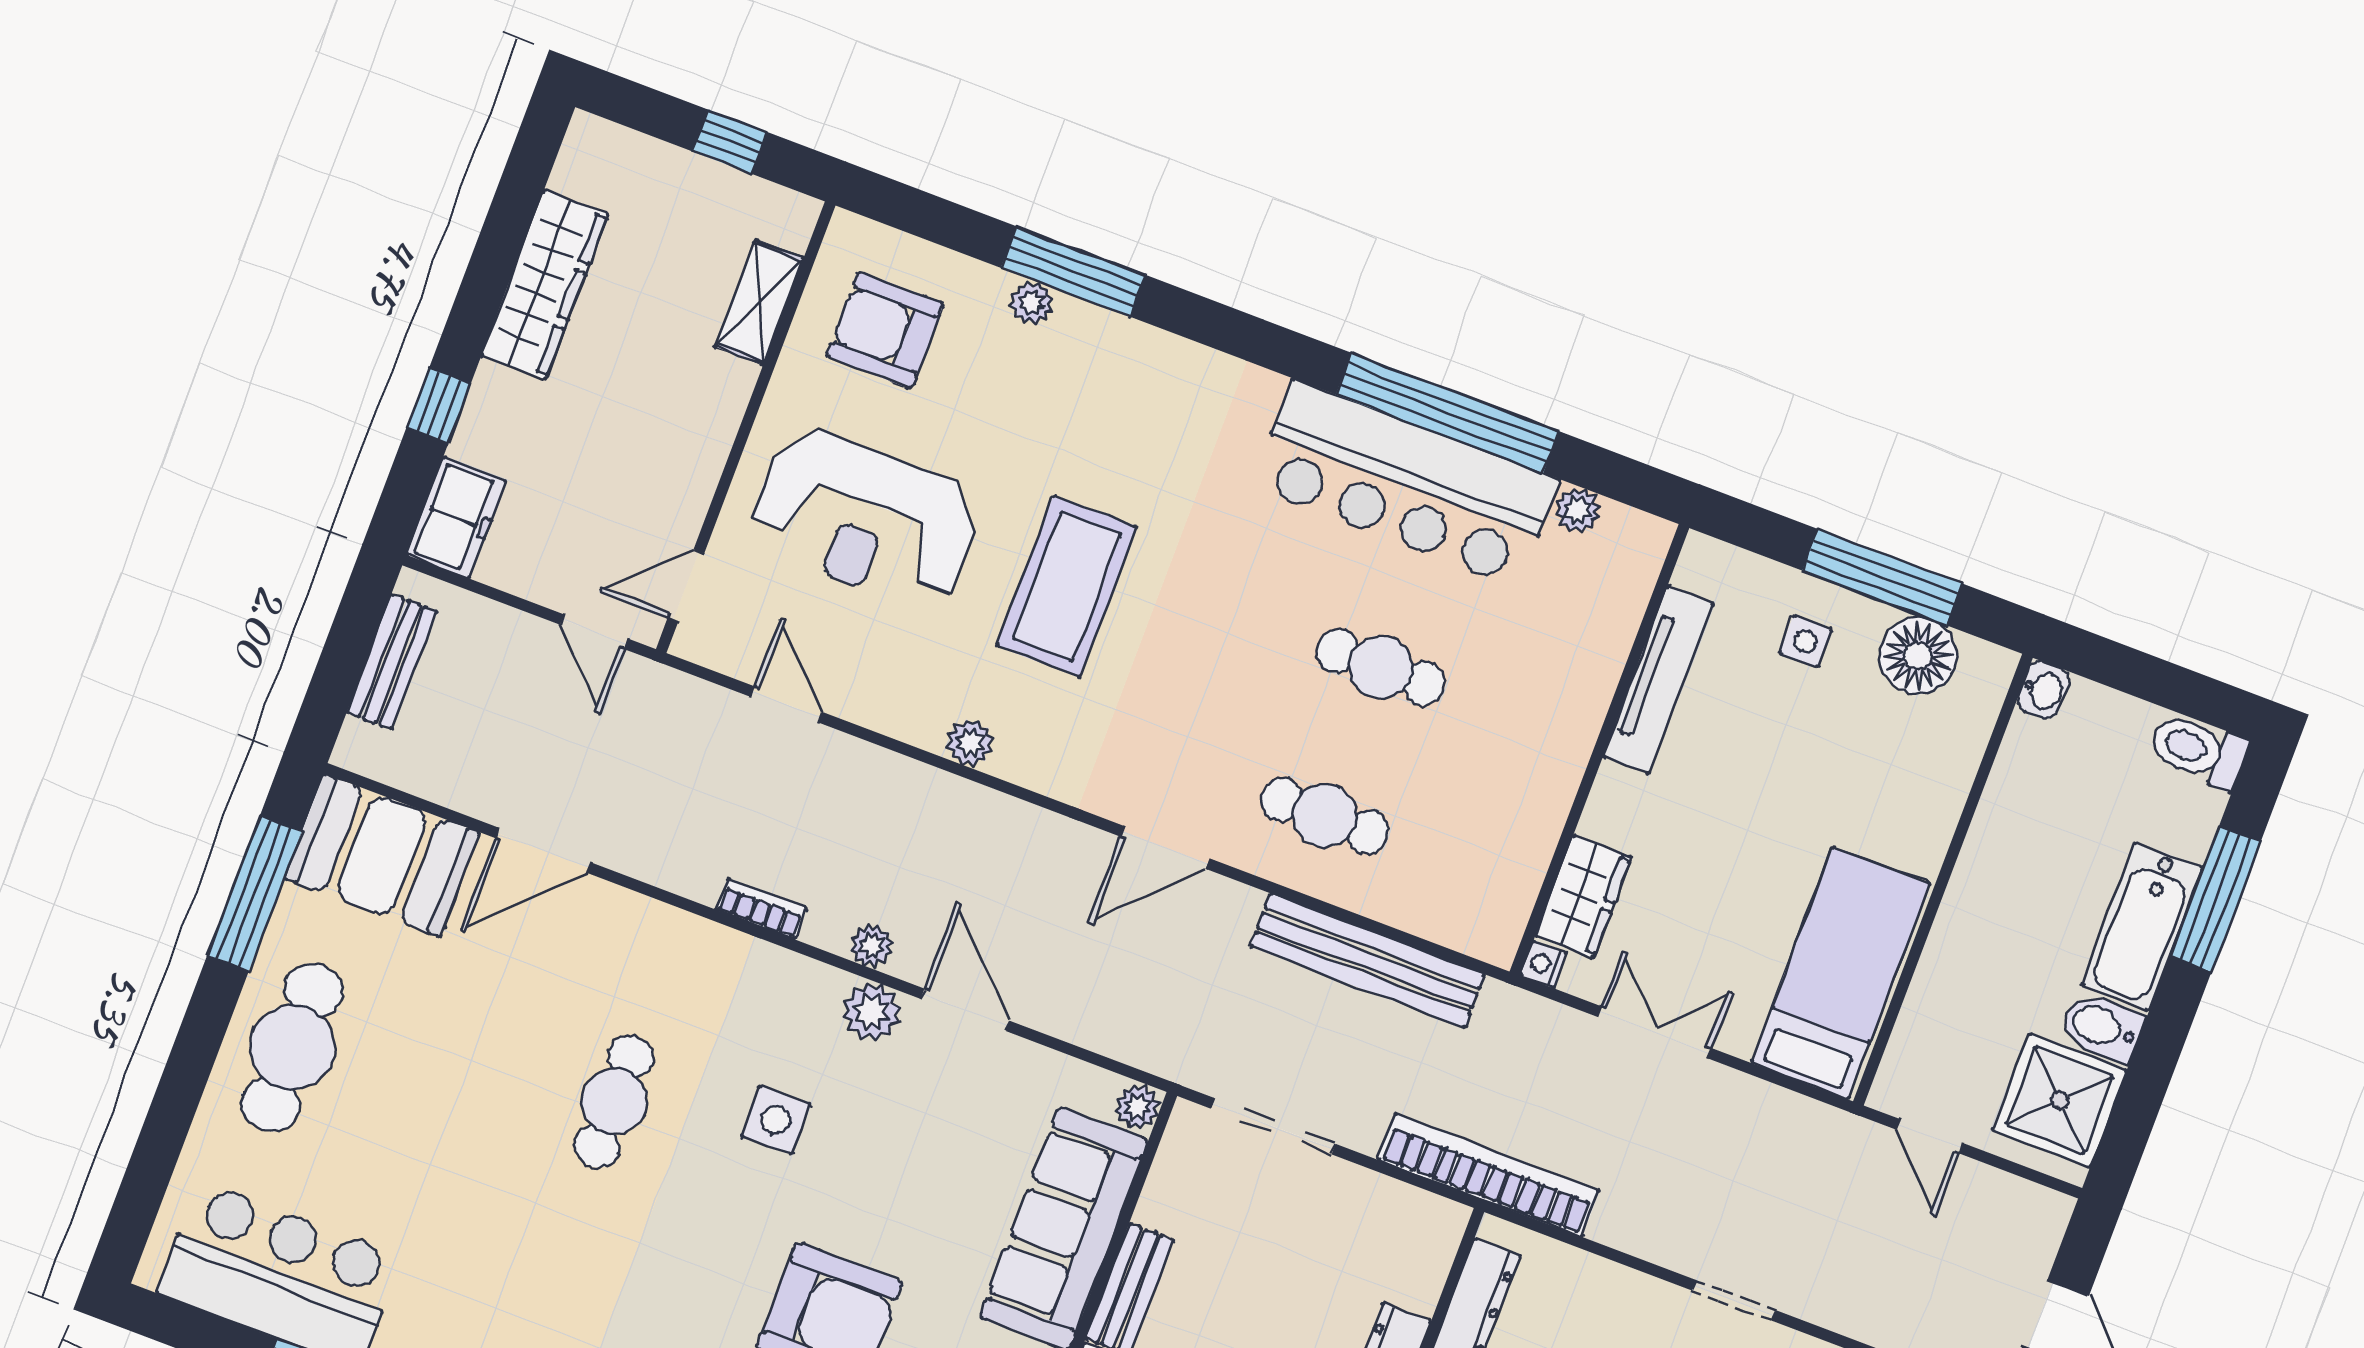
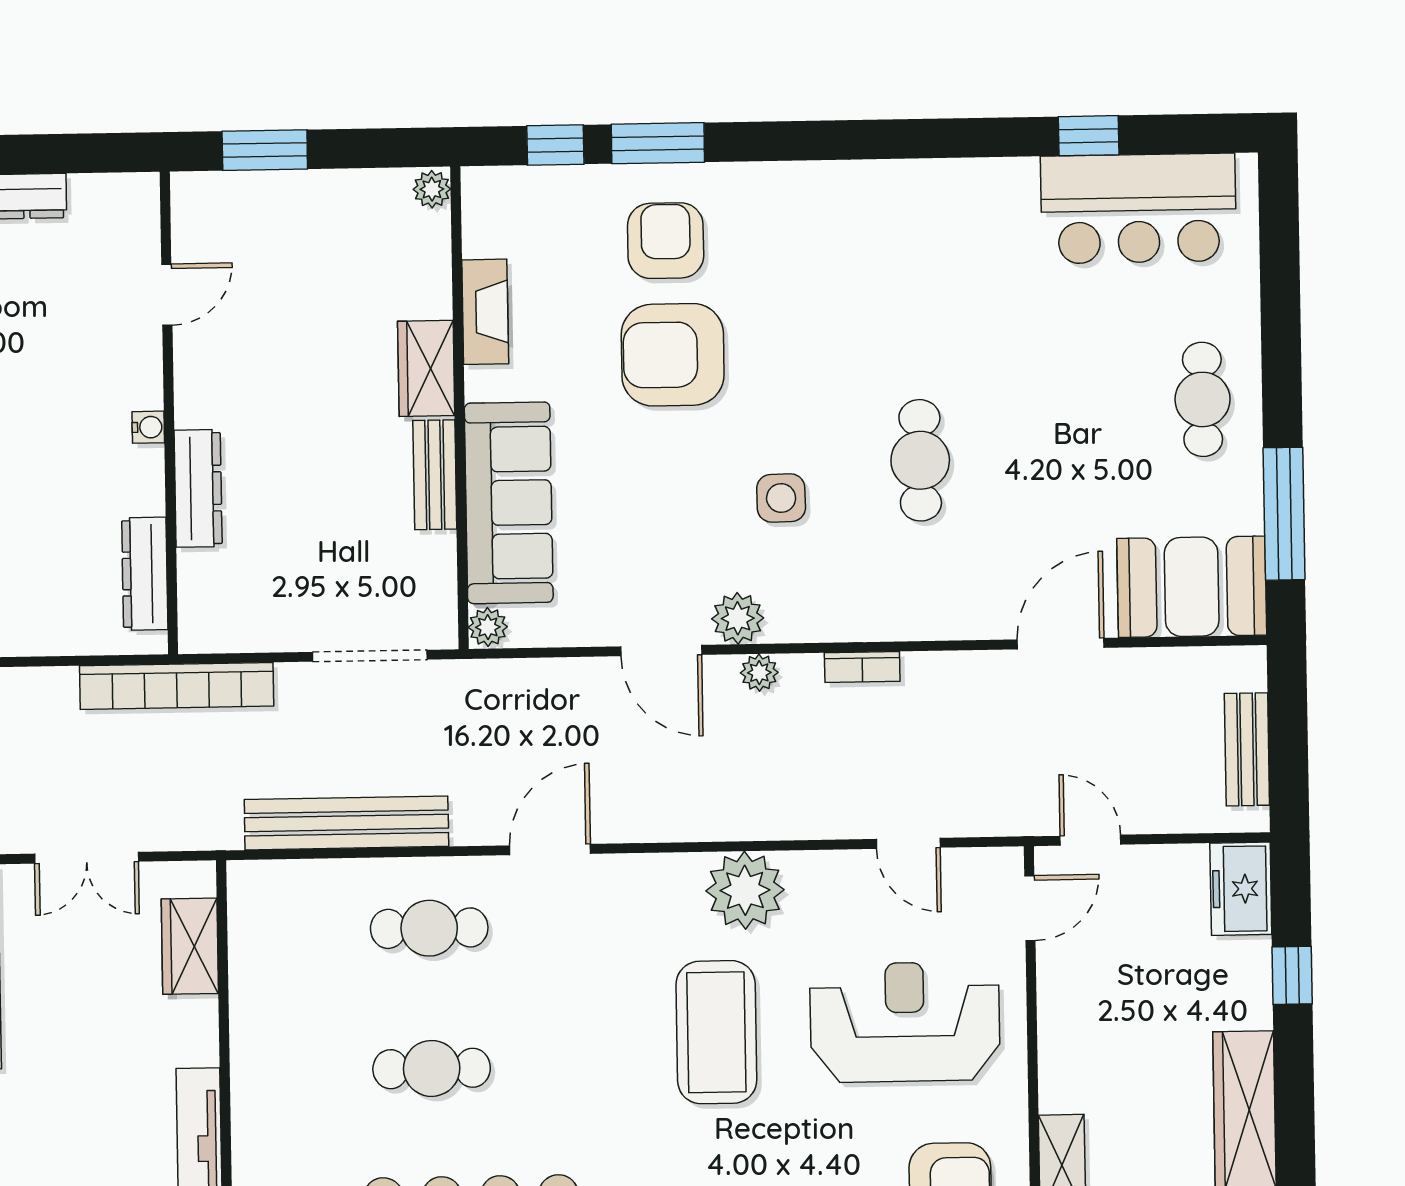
plant: (970, 743) -> (745, 890), width x1.87, depth x1.87
nightstand: (1543, 964) -> (201, 877), removed
cafe table: (292, 1047) -> (1203, 399), width x0.73, depth x0.74

